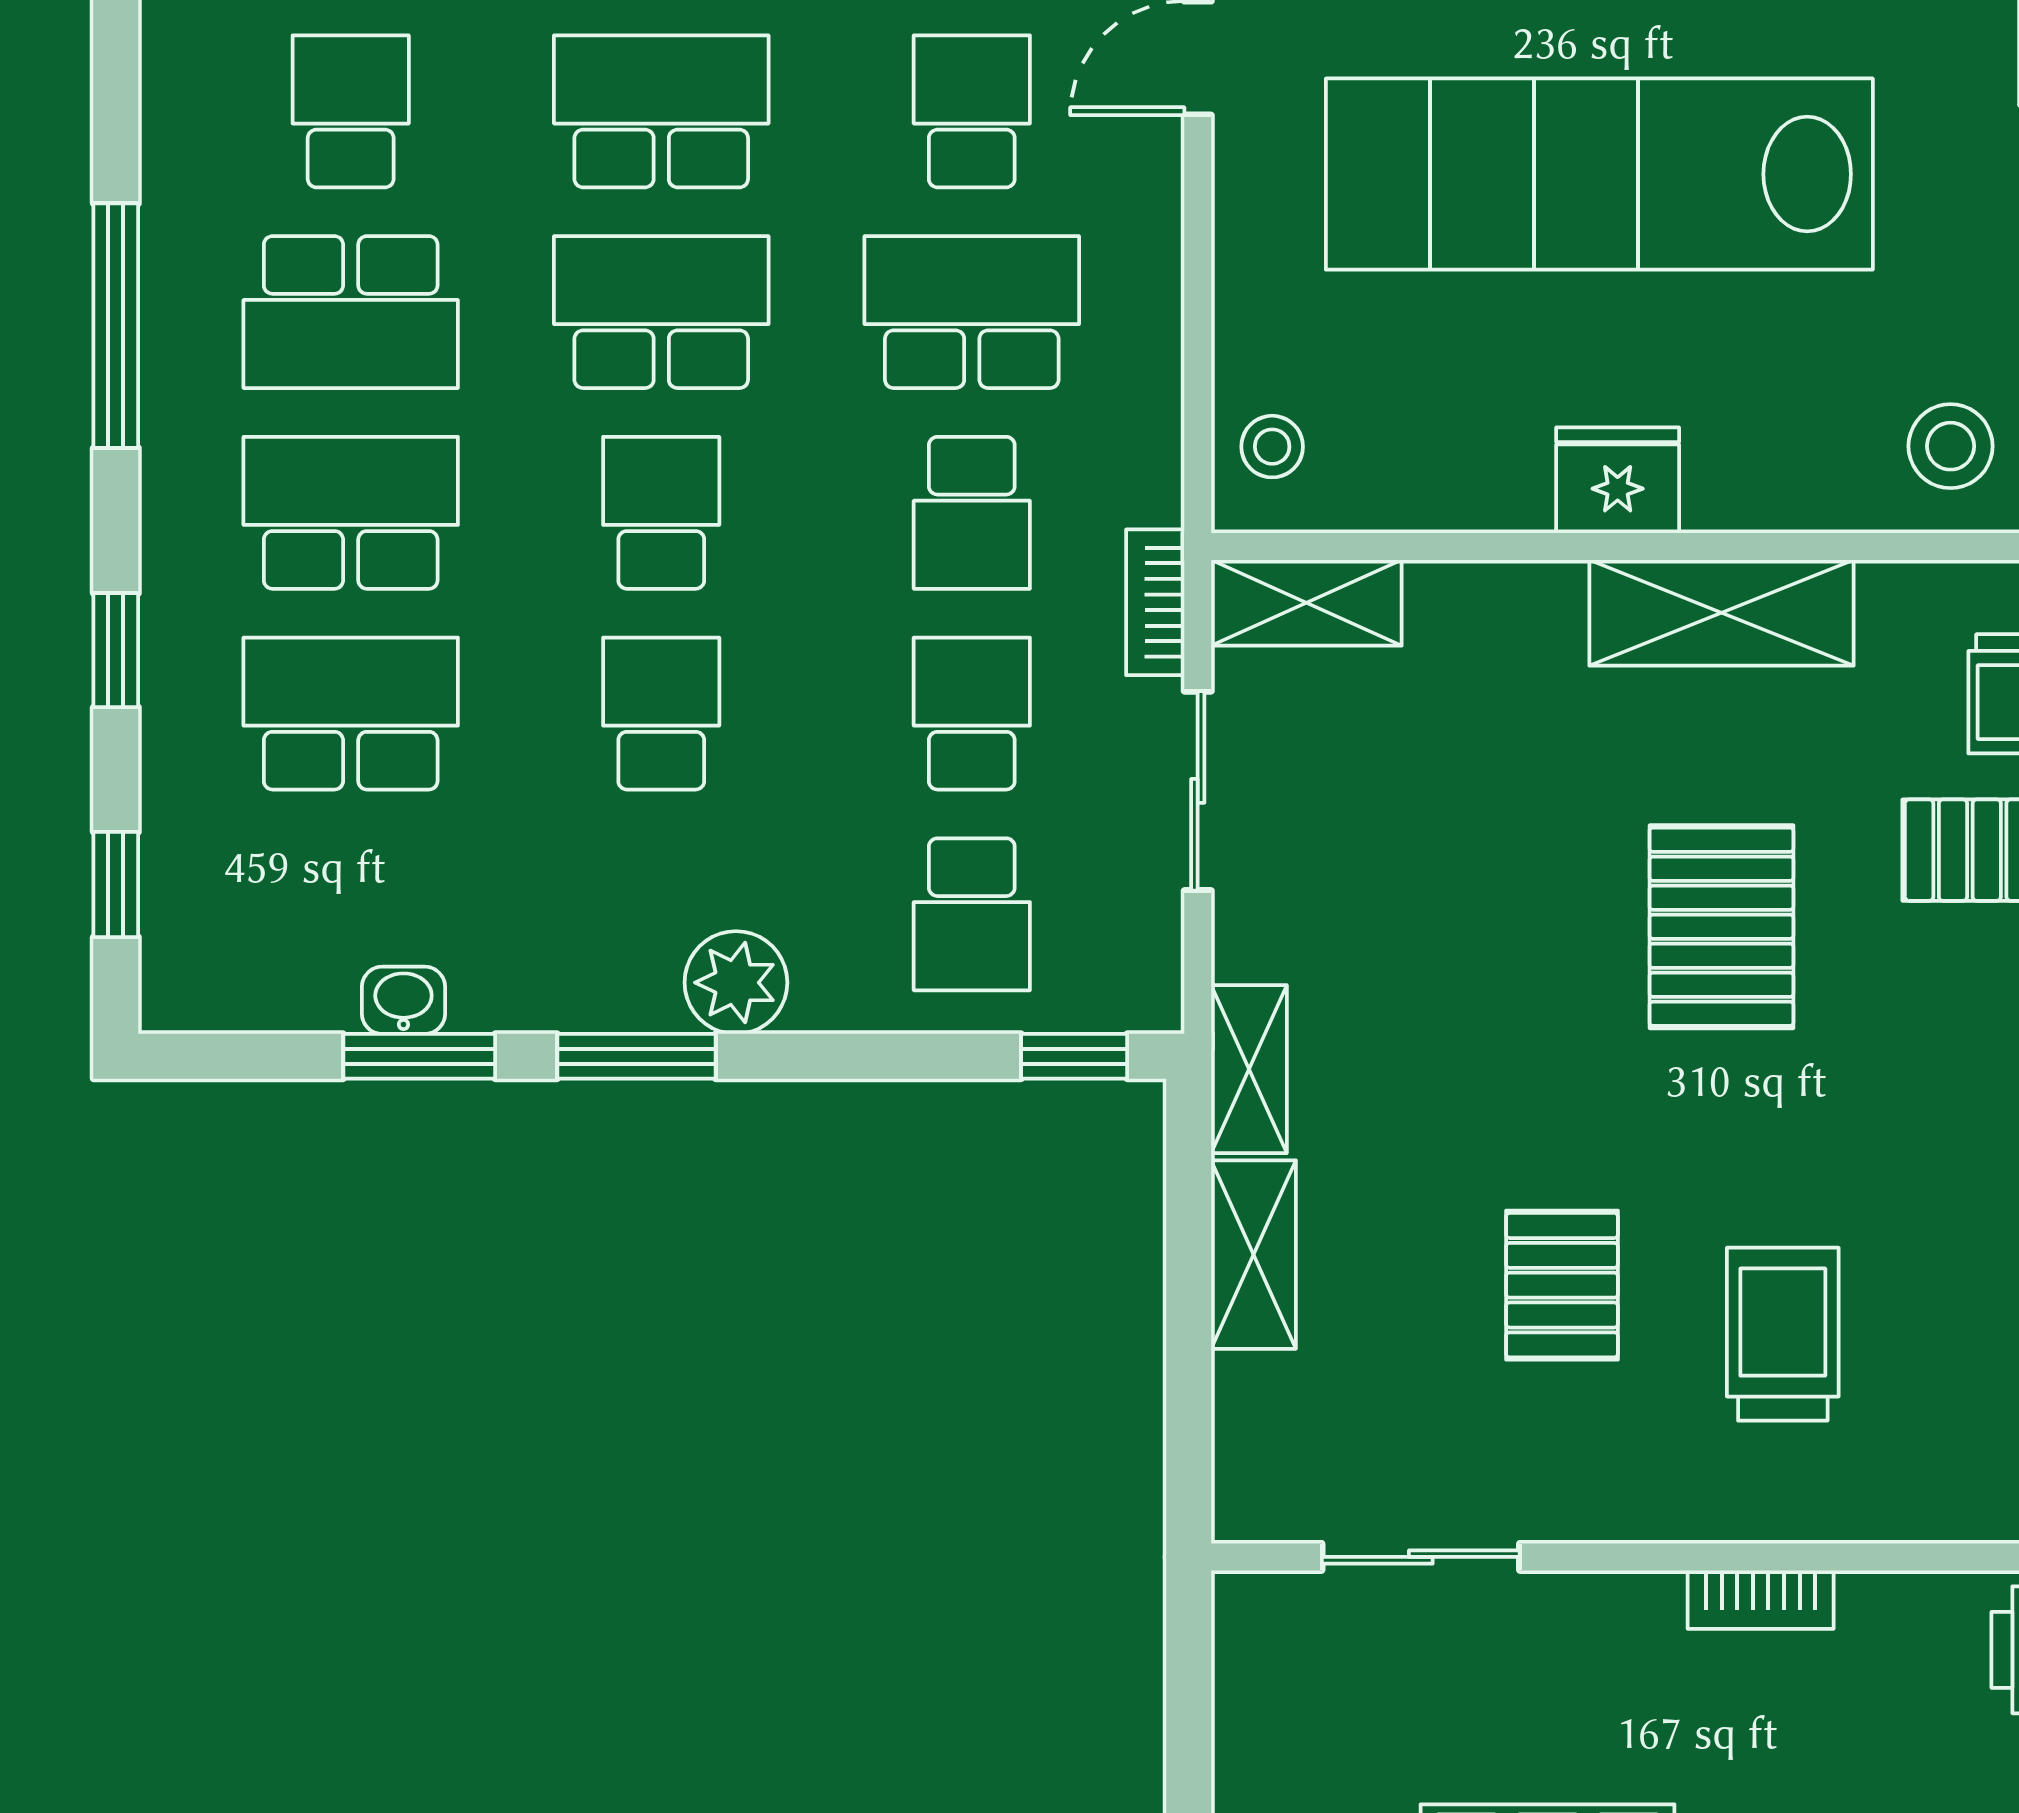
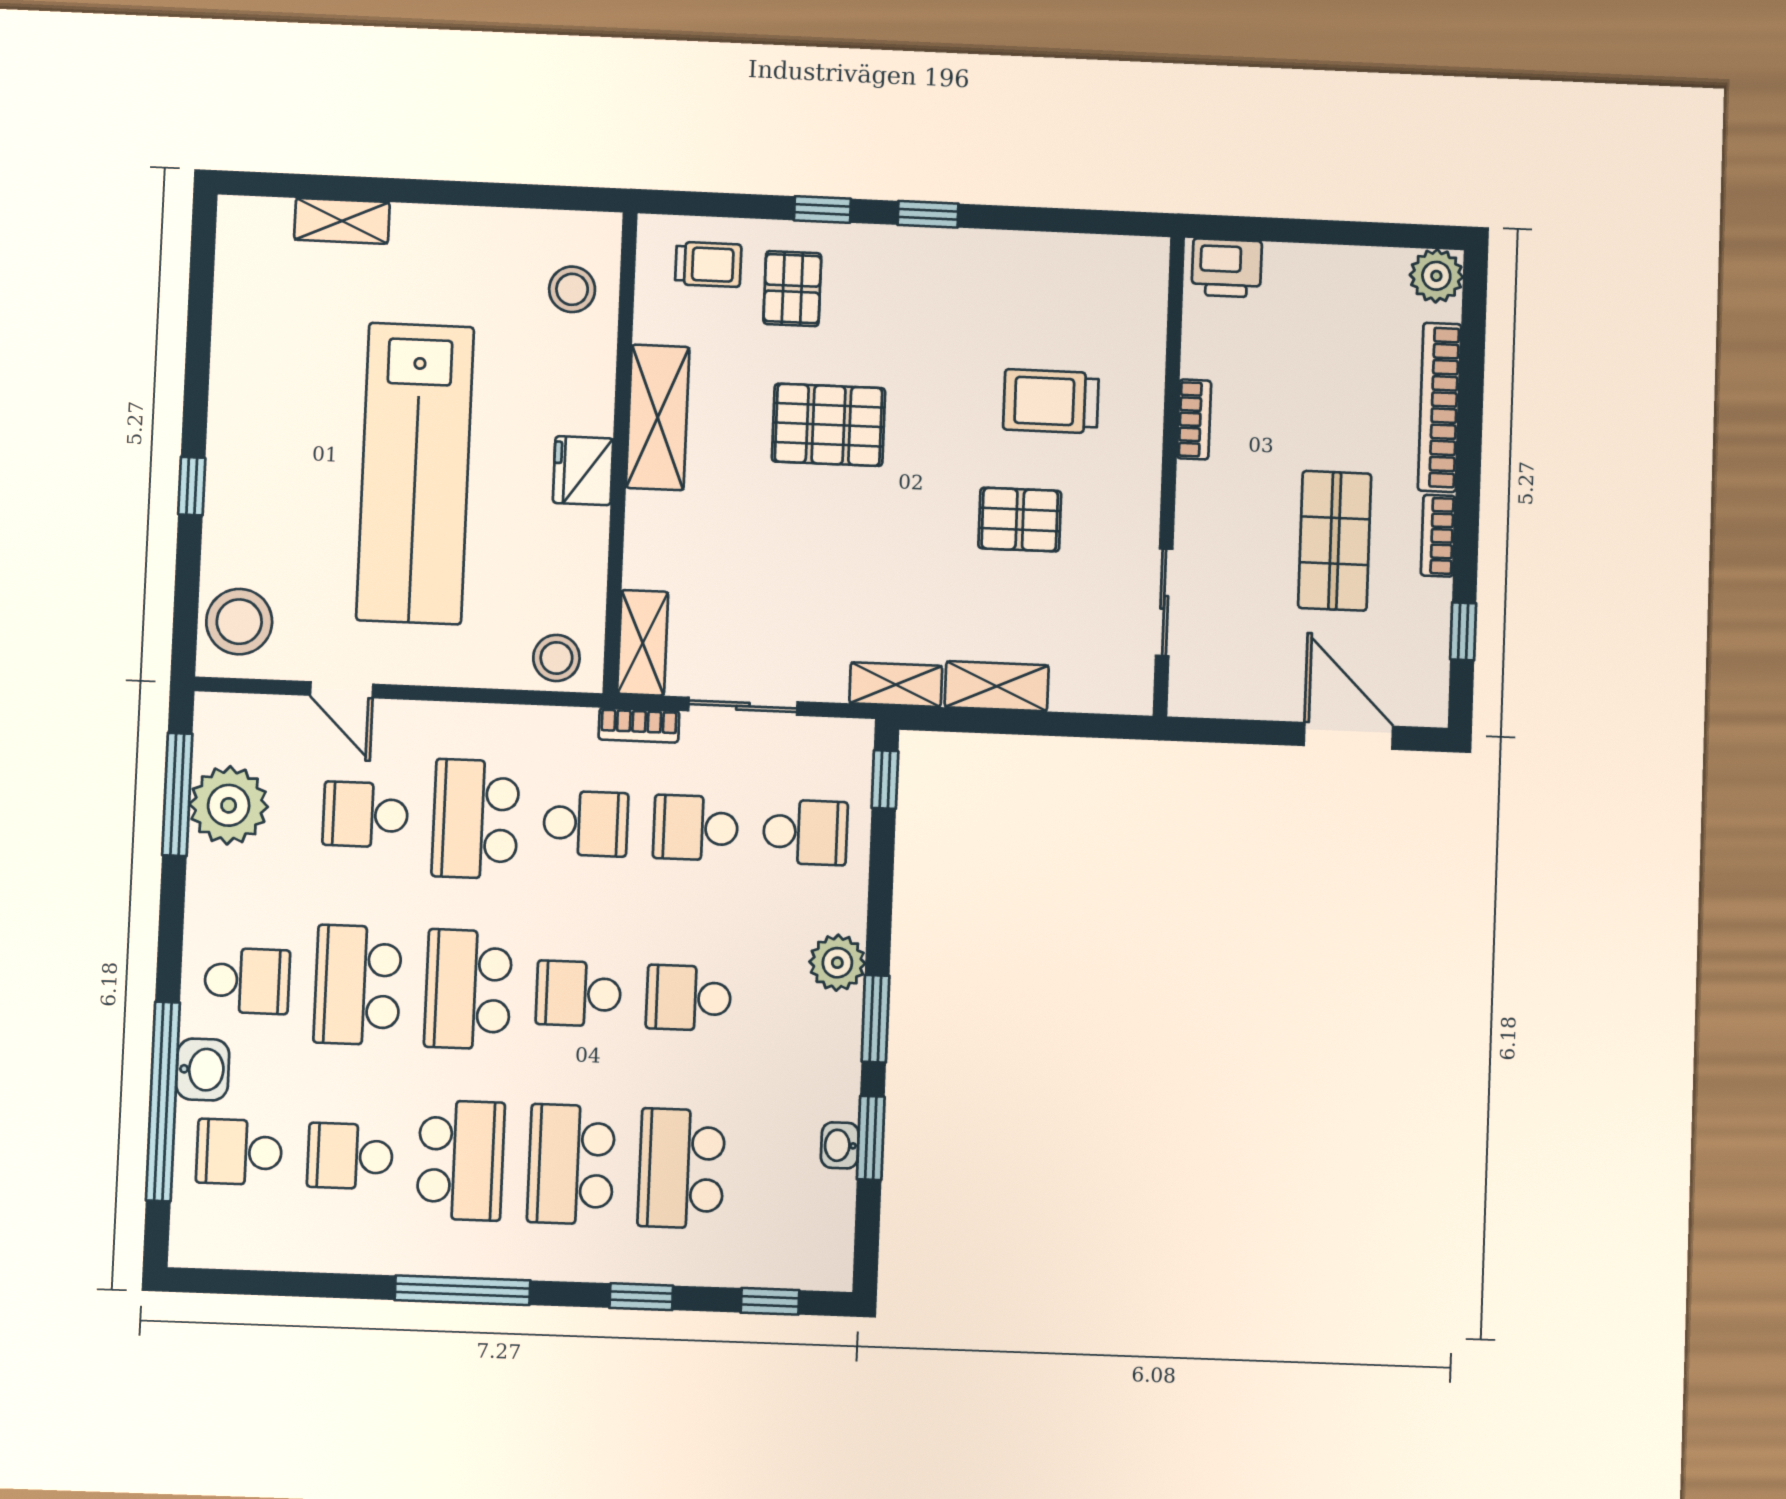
stool: (1272, 447) -> (556, 658), width x1.37, depth x1.37

